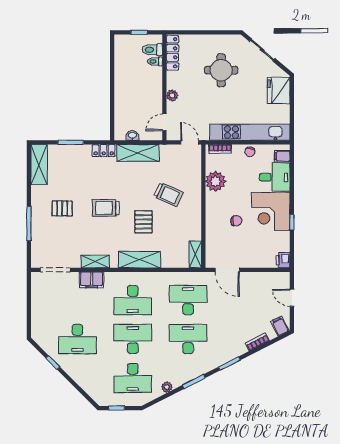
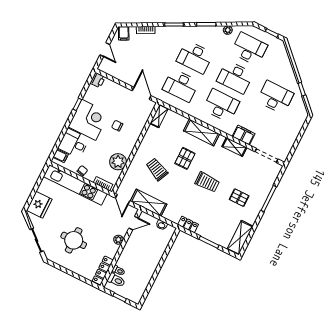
shelving: (138, 153) -> (149, 203), moved

